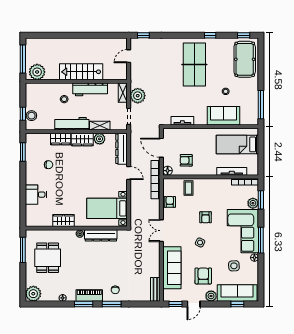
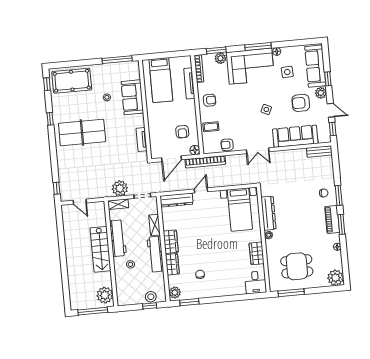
plant: (100, 139) -> (175, 293), moved
desk: (36, 195) -> (255, 282), moved
armchair: (206, 217) -> (210, 100), moved
window: (237, 304) -> (328, 79), moved

